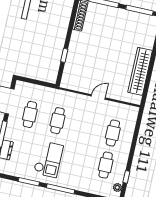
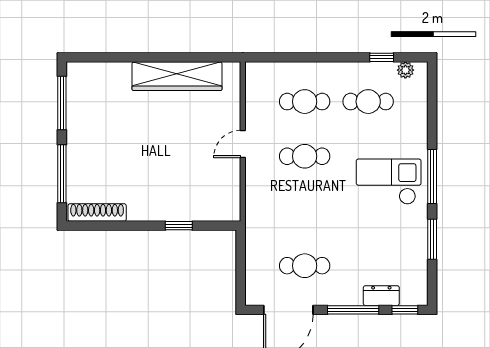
door: (98, 97) -> (243, 144), hinge flipped
cafe table: (58, 121) -> (305, 156), moved
checkout: (48, 159) -> (389, 182), moved

